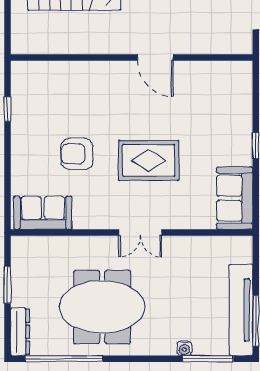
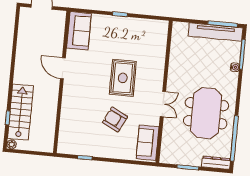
door: (155, 58) -> (63, 68), swing flipped
armchair: (77, 154) -> (115, 119), turned 116
sofa: (235, 198) -> (79, 31), moved, turned -90
double door: (140, 233) -> (163, 104), moved

